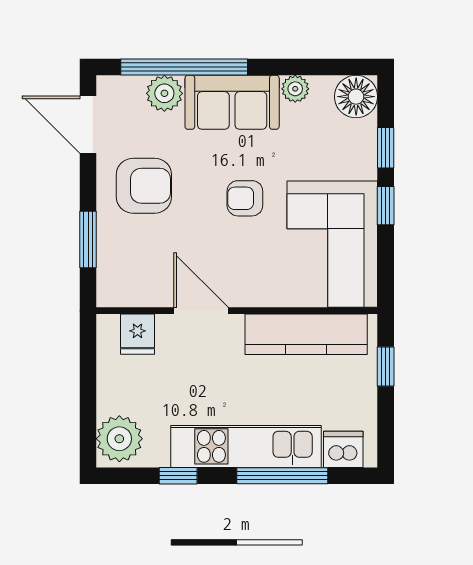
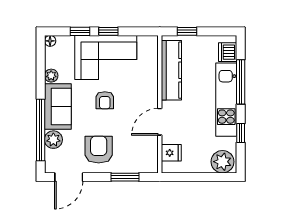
floor lamp: (356, 97) -> (50, 41), width x0.53, depth x0.53
corner sofa: (332, 244) -> (106, 57), moved

